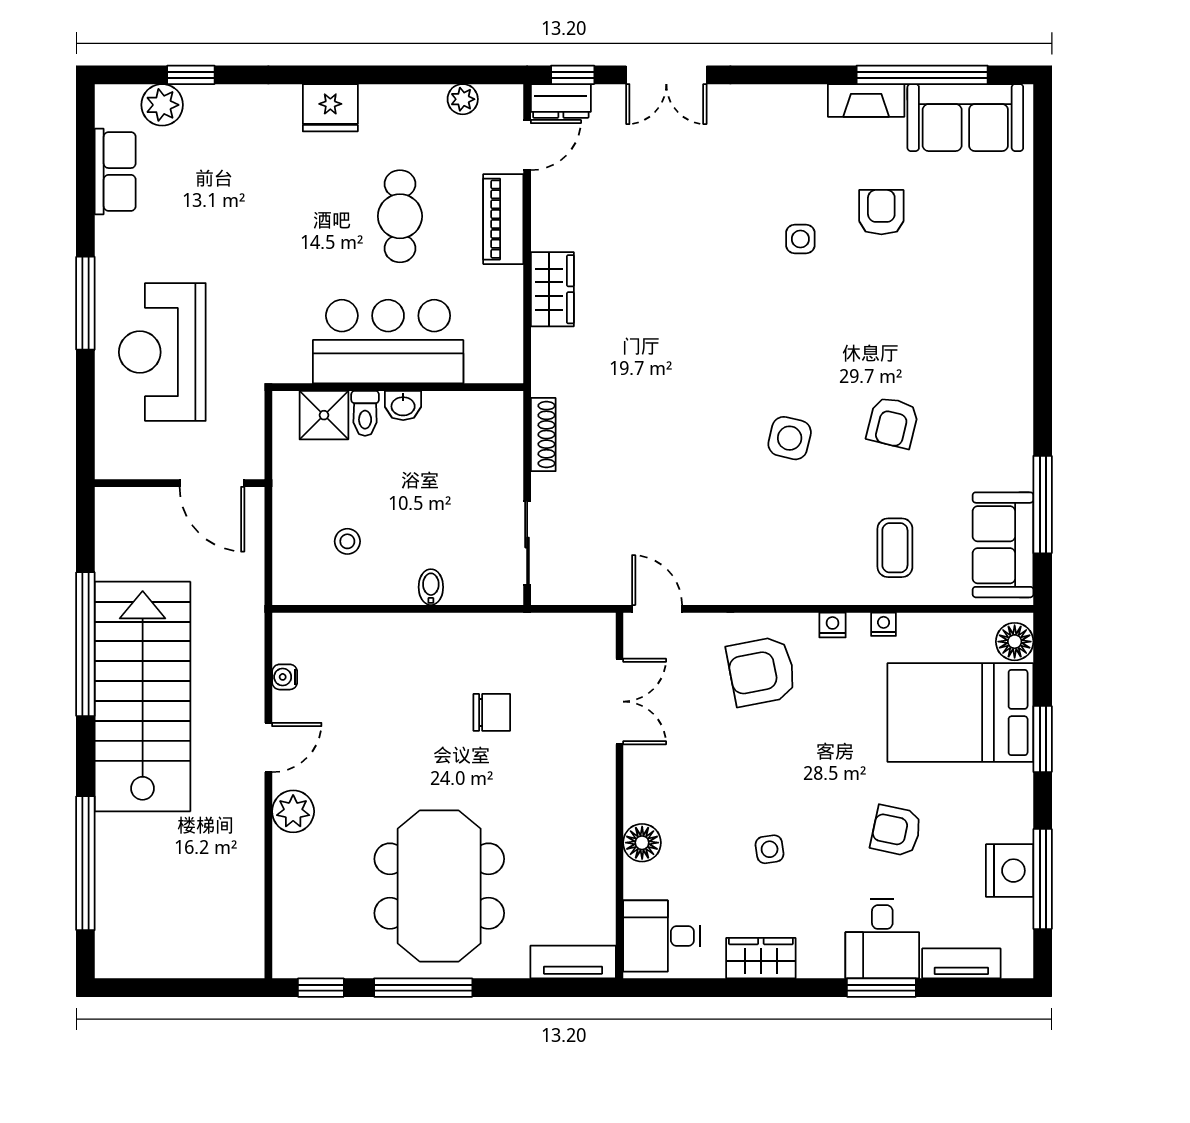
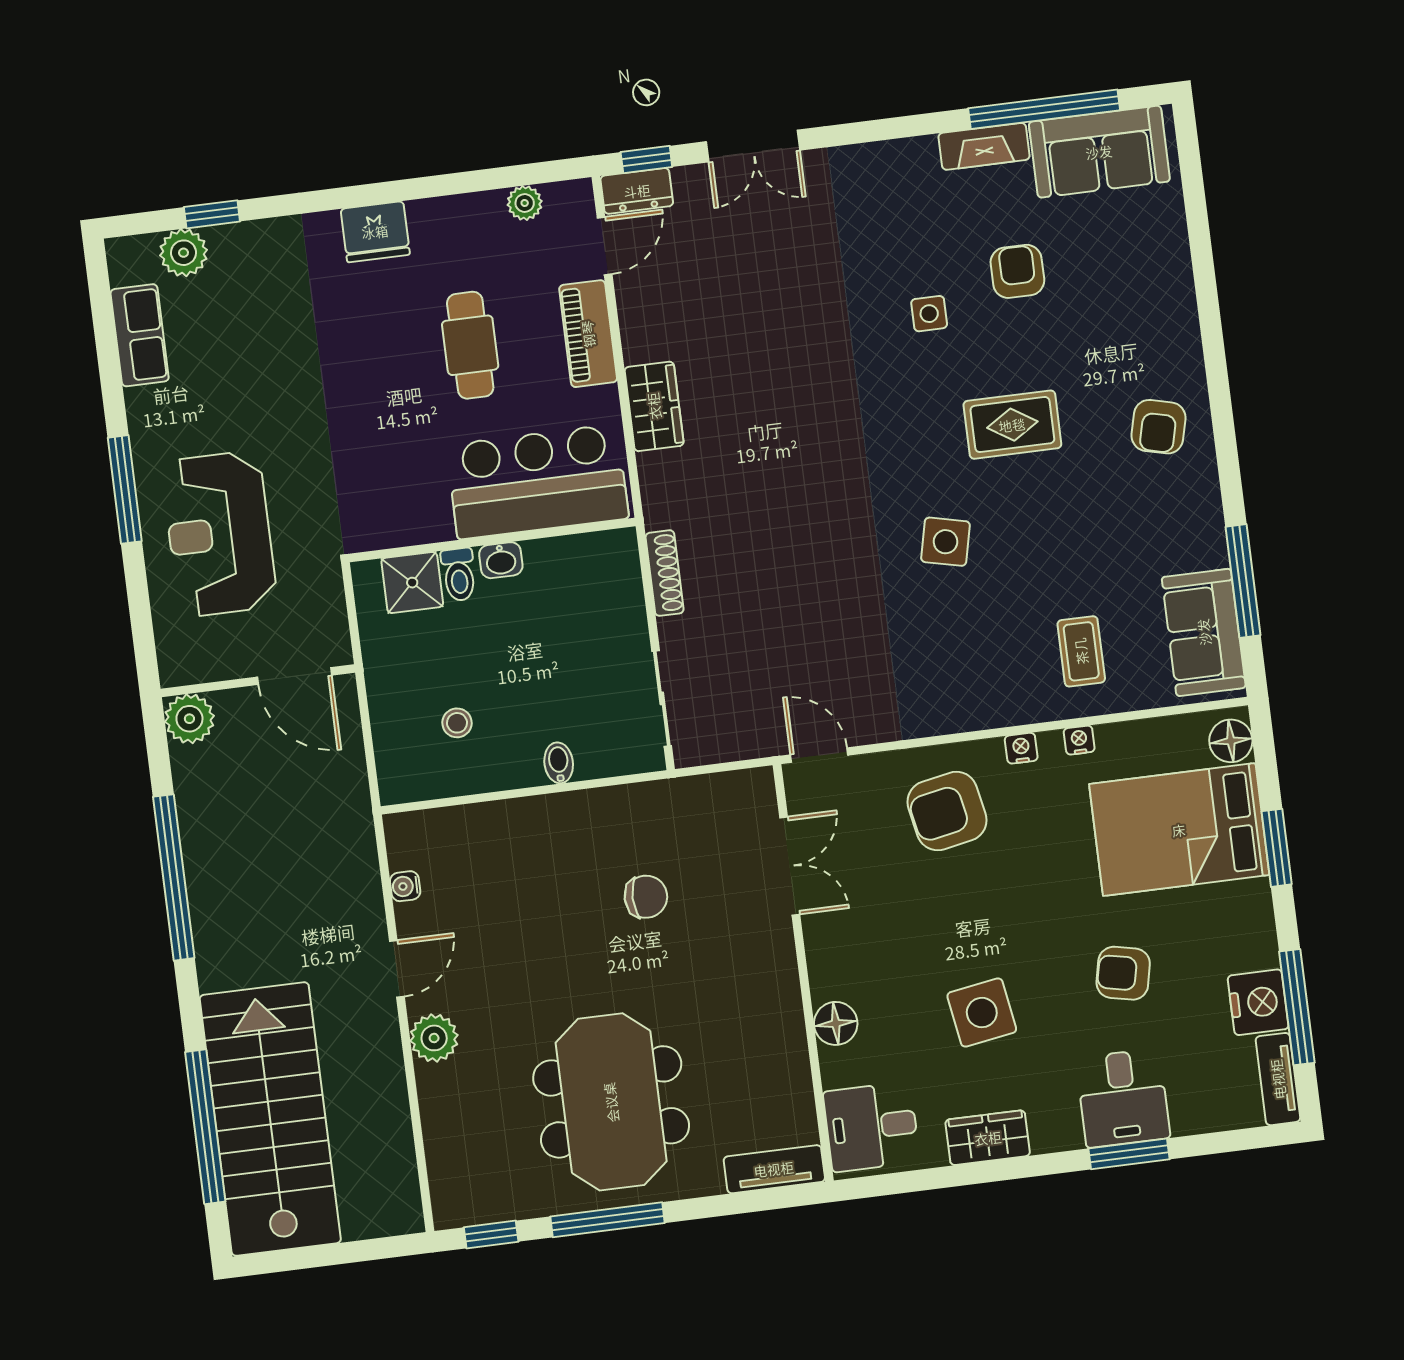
bar counter: (388, 342) -> (537, 482), moved
rug: (860, 344) -> (1012, 425), added
armchair: (893, 422) -> (1158, 427), moved
plant: (116, 509) -> (189, 719), added
stairs: (143, 696) -> (270, 1119), moved
side table: (770, 849) -> (982, 1013), width x1.87, depth x1.87
tv unit: (961, 963) -> (1278, 1079), moved, turned -90

